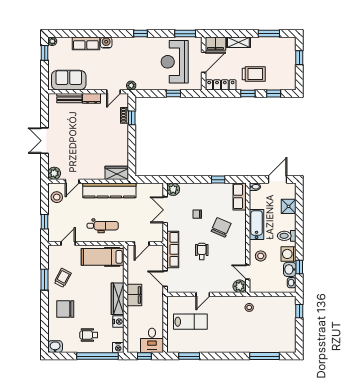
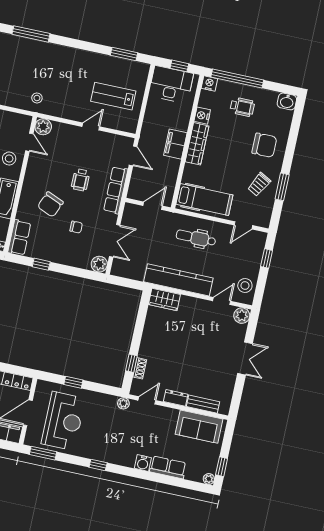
desk: (152, 340) -> (171, 84), width x1.37

